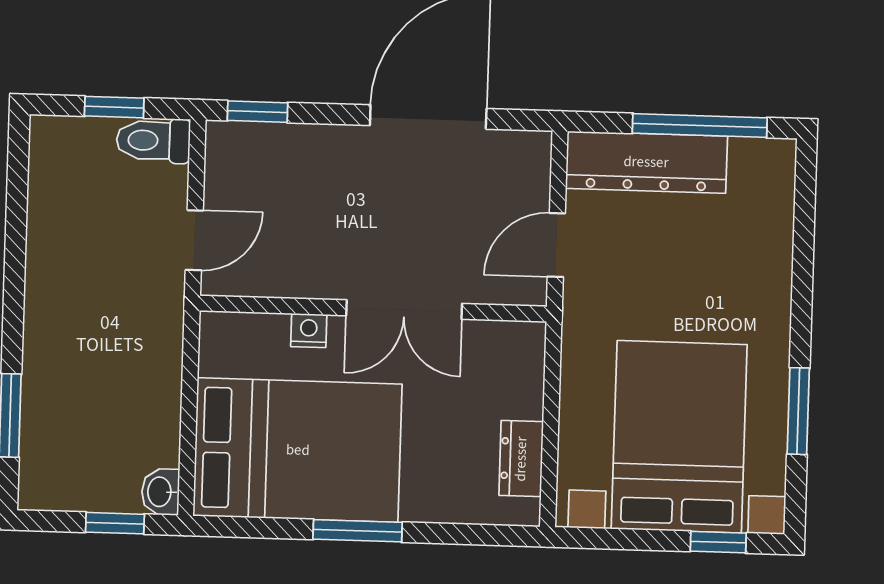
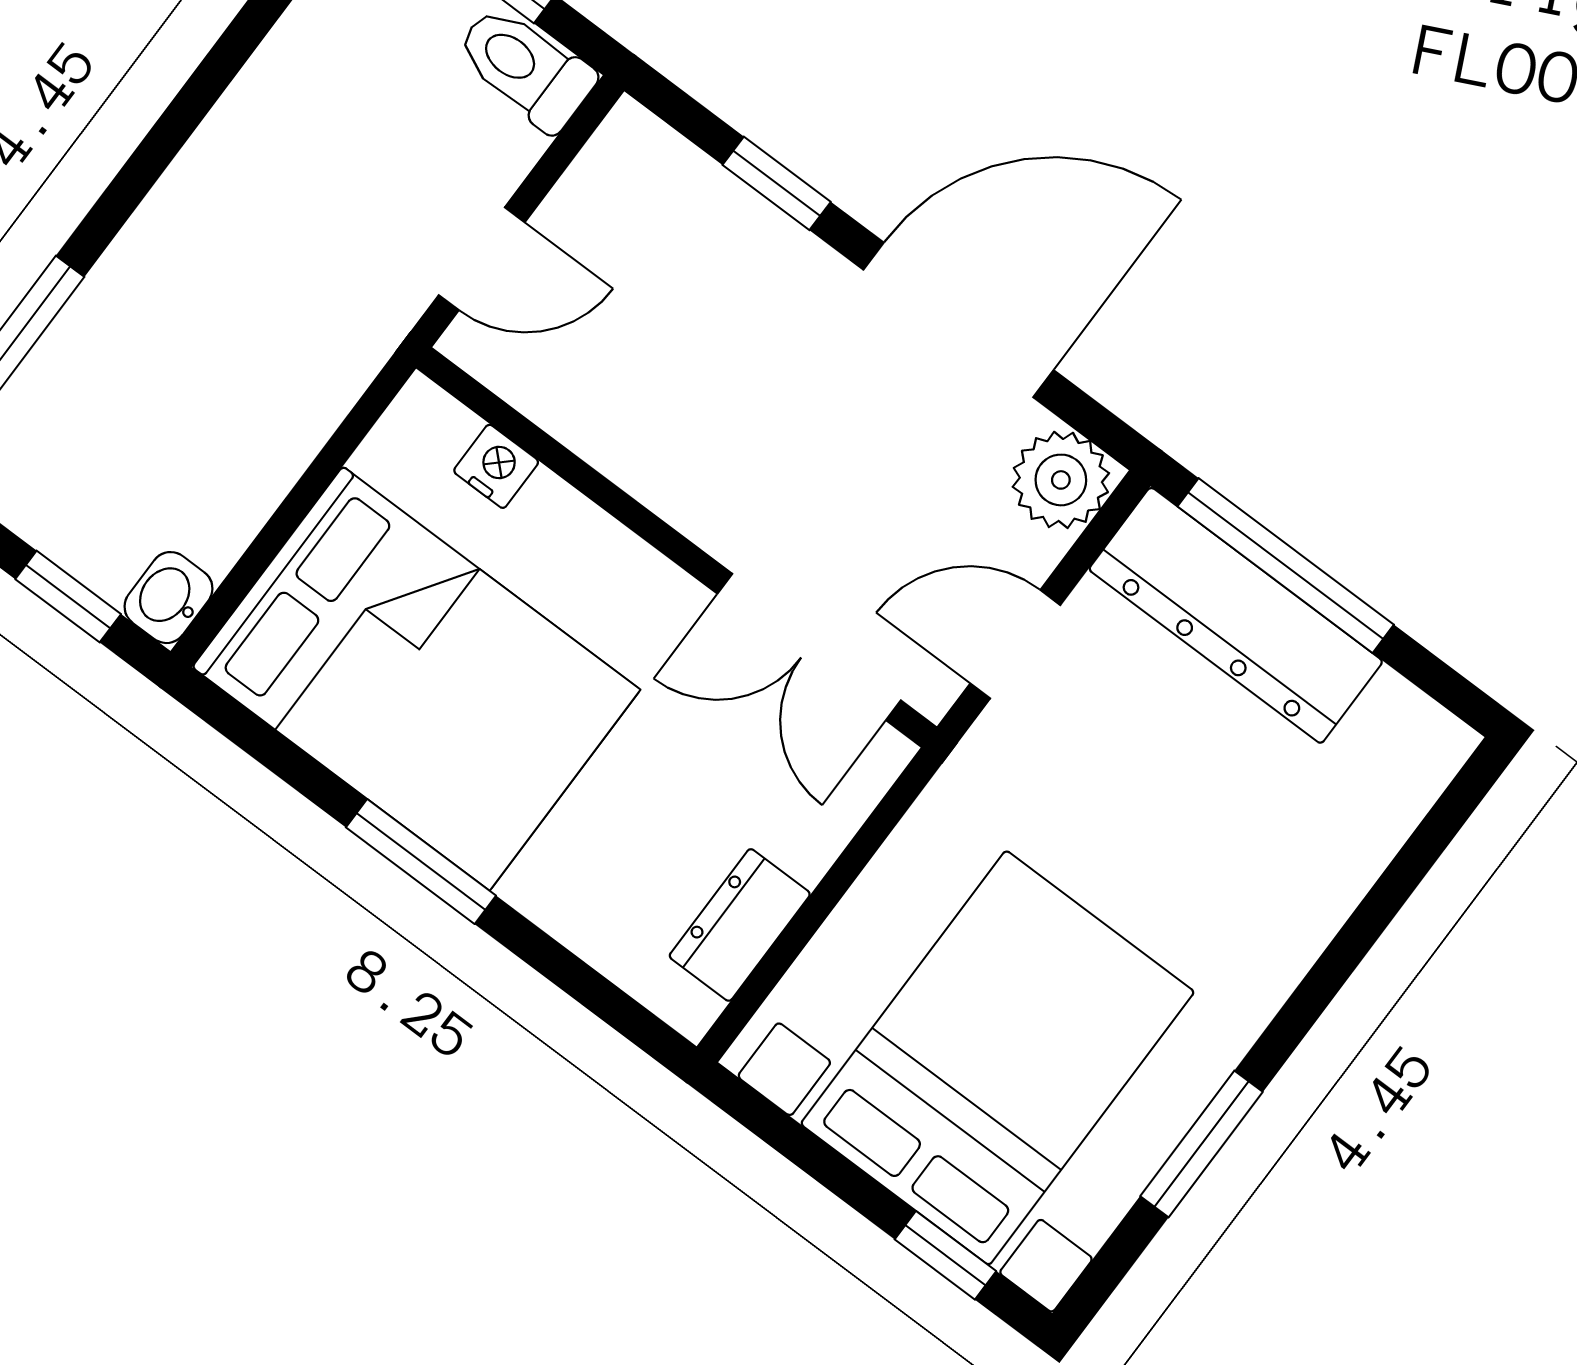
window: (257, 112) -> (777, 183), moved
window: (700, 125) -> (1286, 566), moved
plant: (525, 157) -> (1061, 480), added
double door: (404, 310) -> (809, 647), moved
nightstand: (309, 330) -> (496, 466), moved

